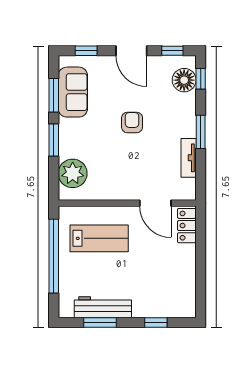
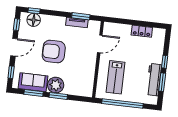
armchair: (132, 122) -> (54, 52), width x1.88, depth x1.88
window: (201, 132) -> (81, 16), moved
plant: (73, 173) -> (56, 85), moved
locker: (187, 226) -> (142, 31), moved
lab bench: (99, 238) -> (116, 77), turned 180
window: (156, 323) -> (165, 62), moved

